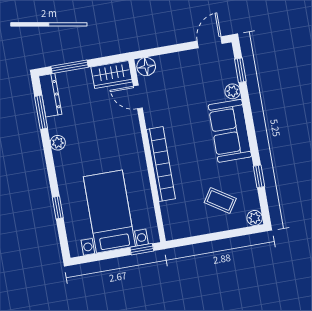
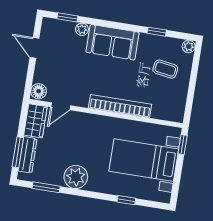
door: (210, 42) -> (34, 48), moved
dresser: (50, 95) -> (28, 155), moved, turned 90
plant: (58, 143) -> (76, 177), width x1.87, depth x1.87
coffee table: (220, 200) -> (165, 69), turned 66

